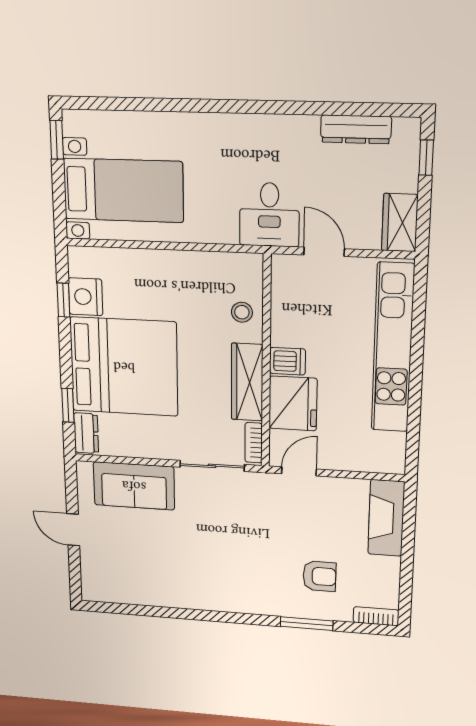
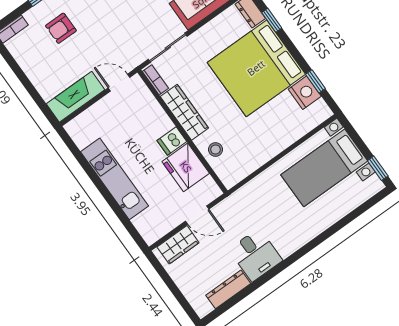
window: (426, 158) -> (183, 302), removed
desk: (269, 215) -> (256, 255), moved, turned 180
wardrobe: (400, 223) -> (178, 245), moved, turned 90
kitchen unit: (393, 348) -> (114, 179), width x0.73
fridge: (293, 403) -> (186, 167), moved
door: (299, 471) -> (119, 83), swing flipped
fireplace: (386, 518) -> (76, 97), moved, turned -90

